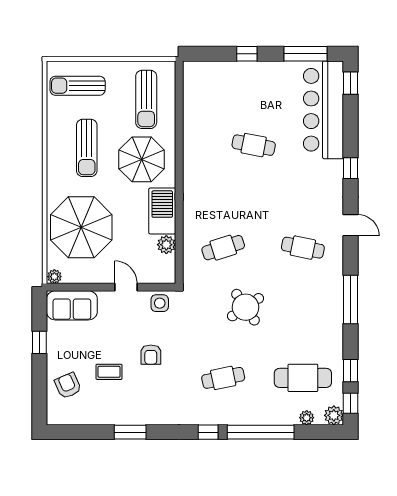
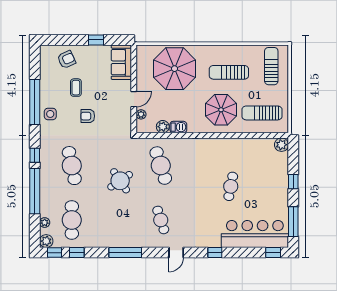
plant: (193, 71) -> (281, 145), added
barbecue: (162, 211) -> (178, 127), width x0.53, depth x0.65
cafe table: (223, 248) -> (161, 166), width x1.37, depth x1.35
cafe table: (303, 248) -> (161, 220), turned -30
plant: (54, 277) -> (141, 114), moved
side table: (160, 303) -> (50, 114), moved
cafe table: (223, 378) -> (72, 166), width x1.37, depth x1.35
window: (130, 432) -> (35, 102), width x2.11

